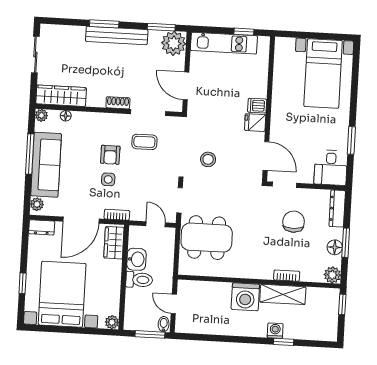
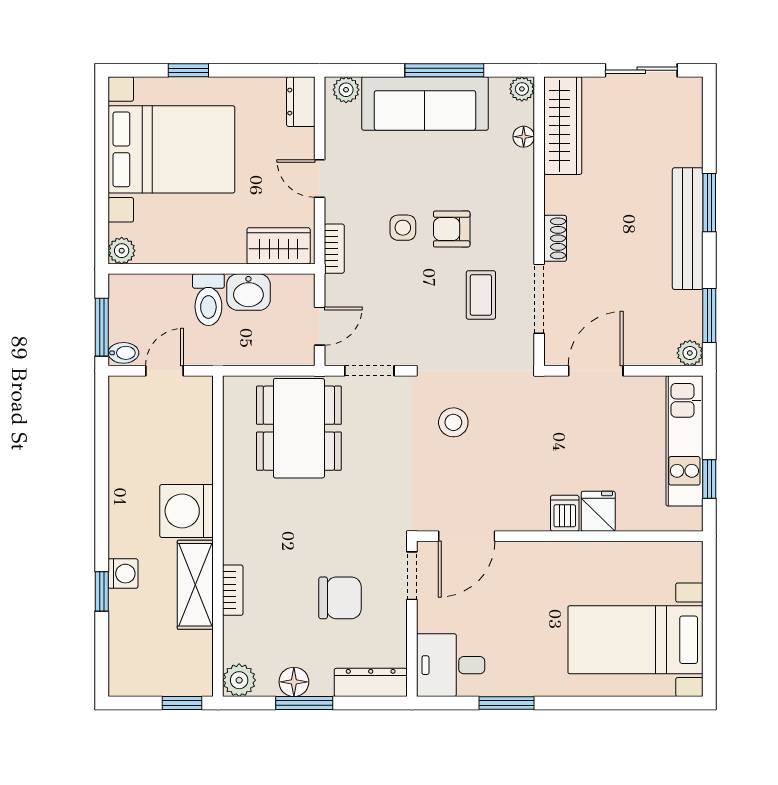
plant: (174, 43) -> (690, 353), width x0.53, depth x0.53
fridge: (255, 123) -> (598, 511), moved
door: (81, 220) -> (320, 178), width x0.53

